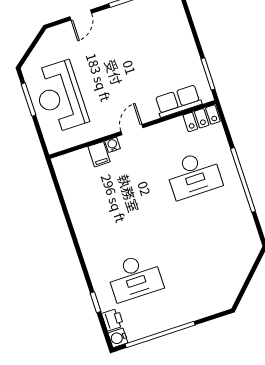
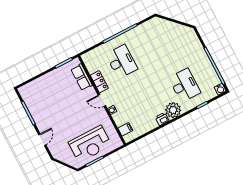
door: (81, 15) -> (42, 140), hinge flipped
locker: (202, 118) -> (99, 82), moved
filing cabinet: (99, 154) -> (125, 129), moved
plant: (95, 250) -> (173, 110), added
printer: (113, 320) -> (162, 119), moved

